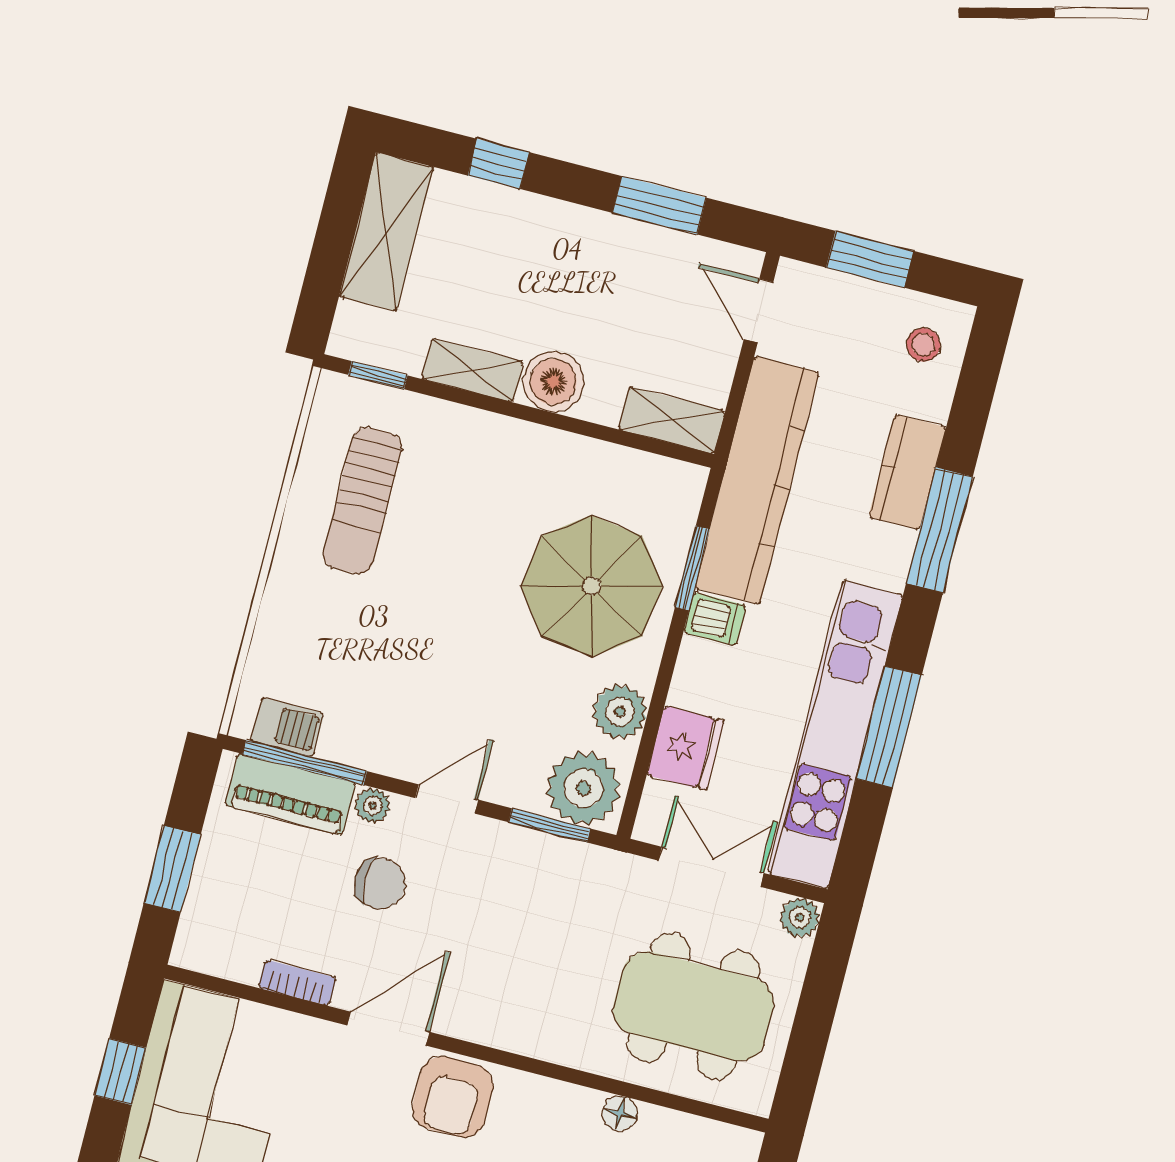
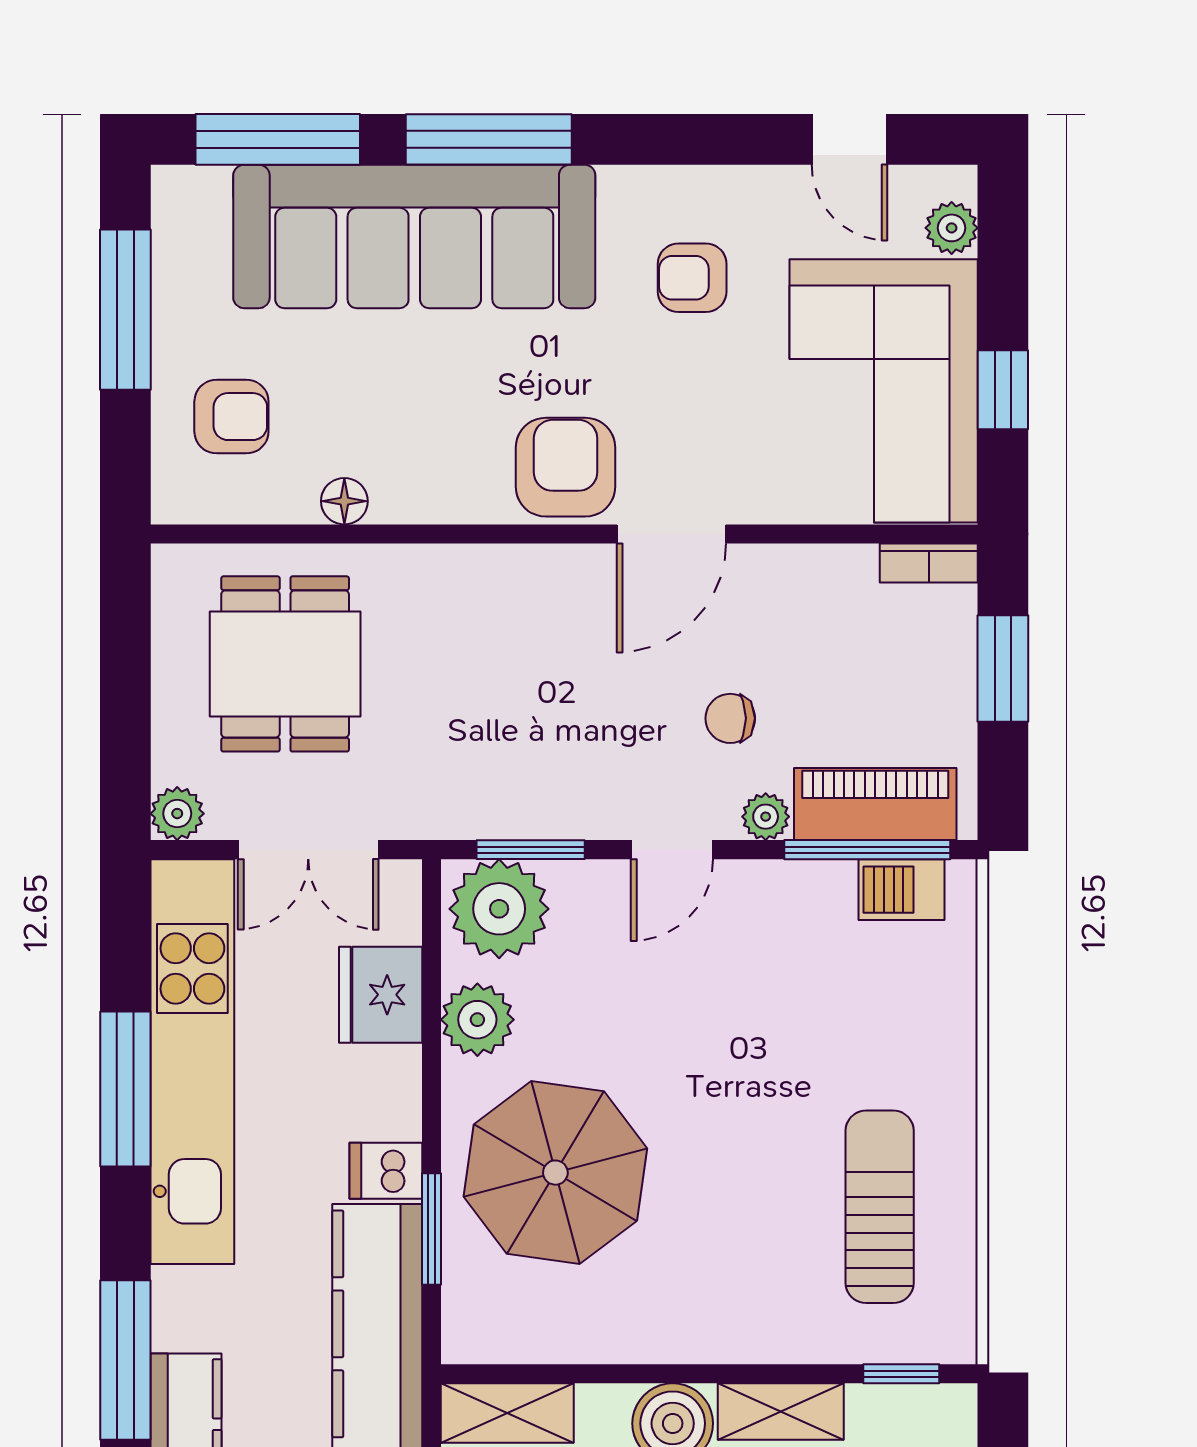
chair: (380, 884) -> (730, 718), width x0.73, depth x0.73
bookcase: (297, 983) -> (929, 563), moved
dining table: (693, 1006) -> (285, 664), width x0.73

